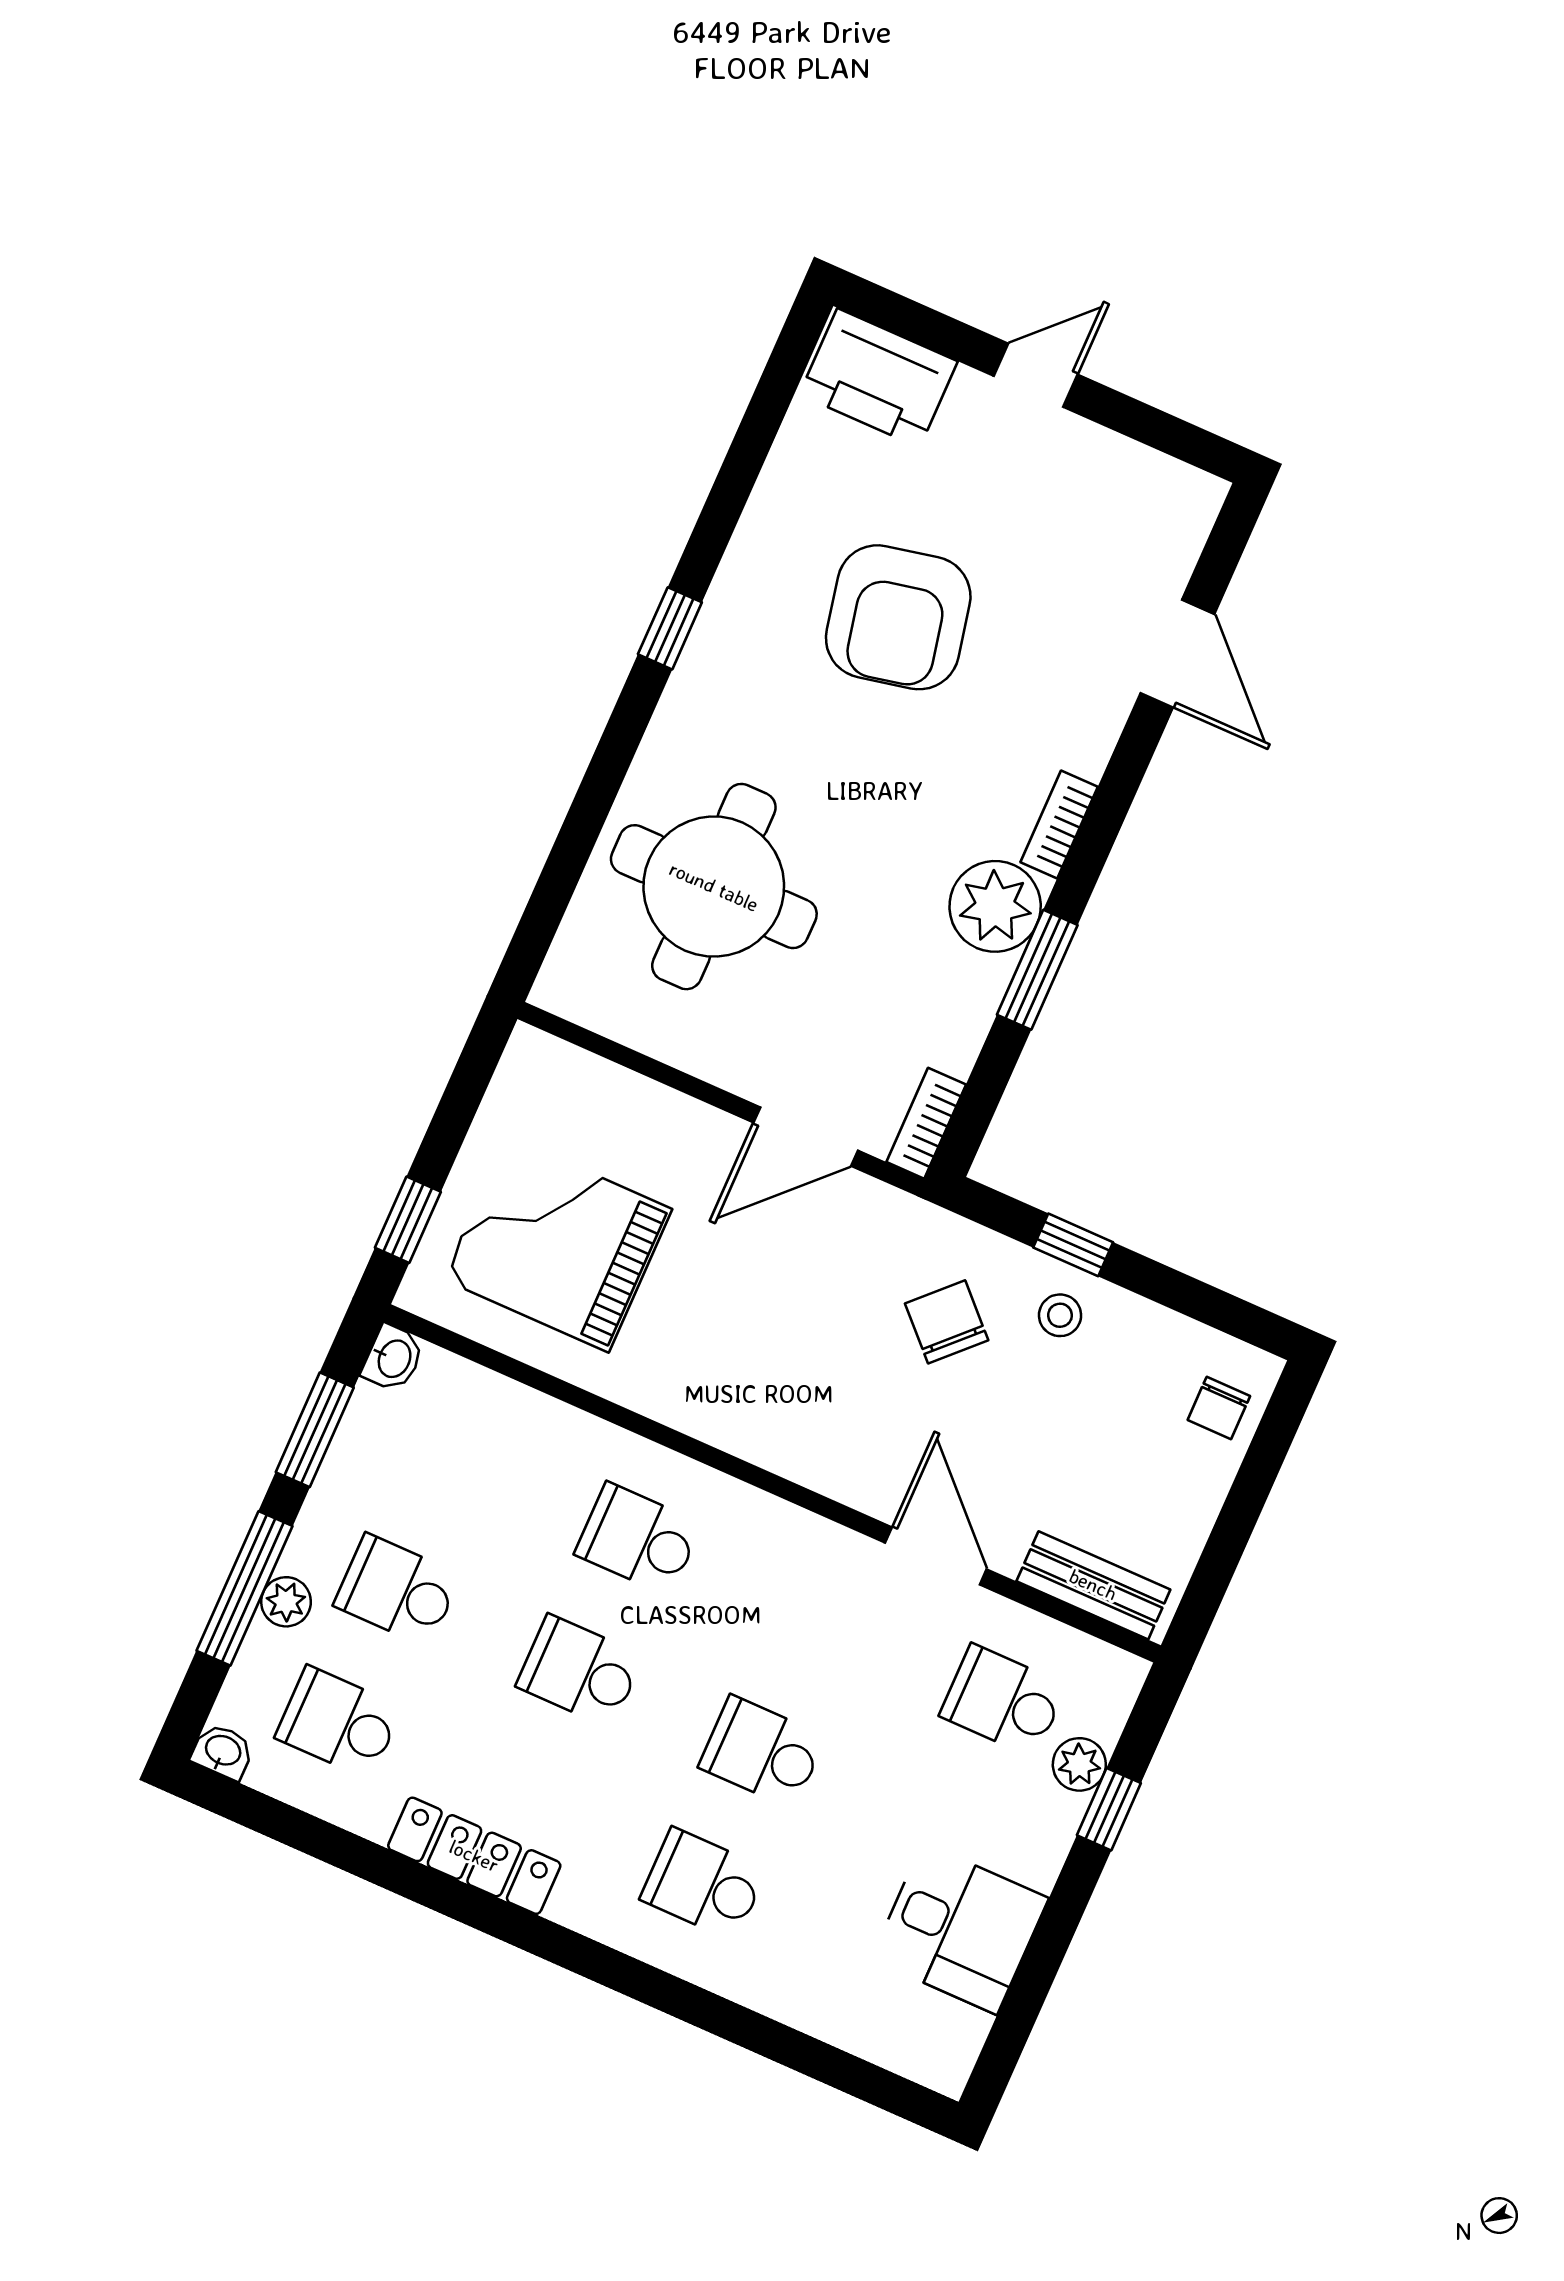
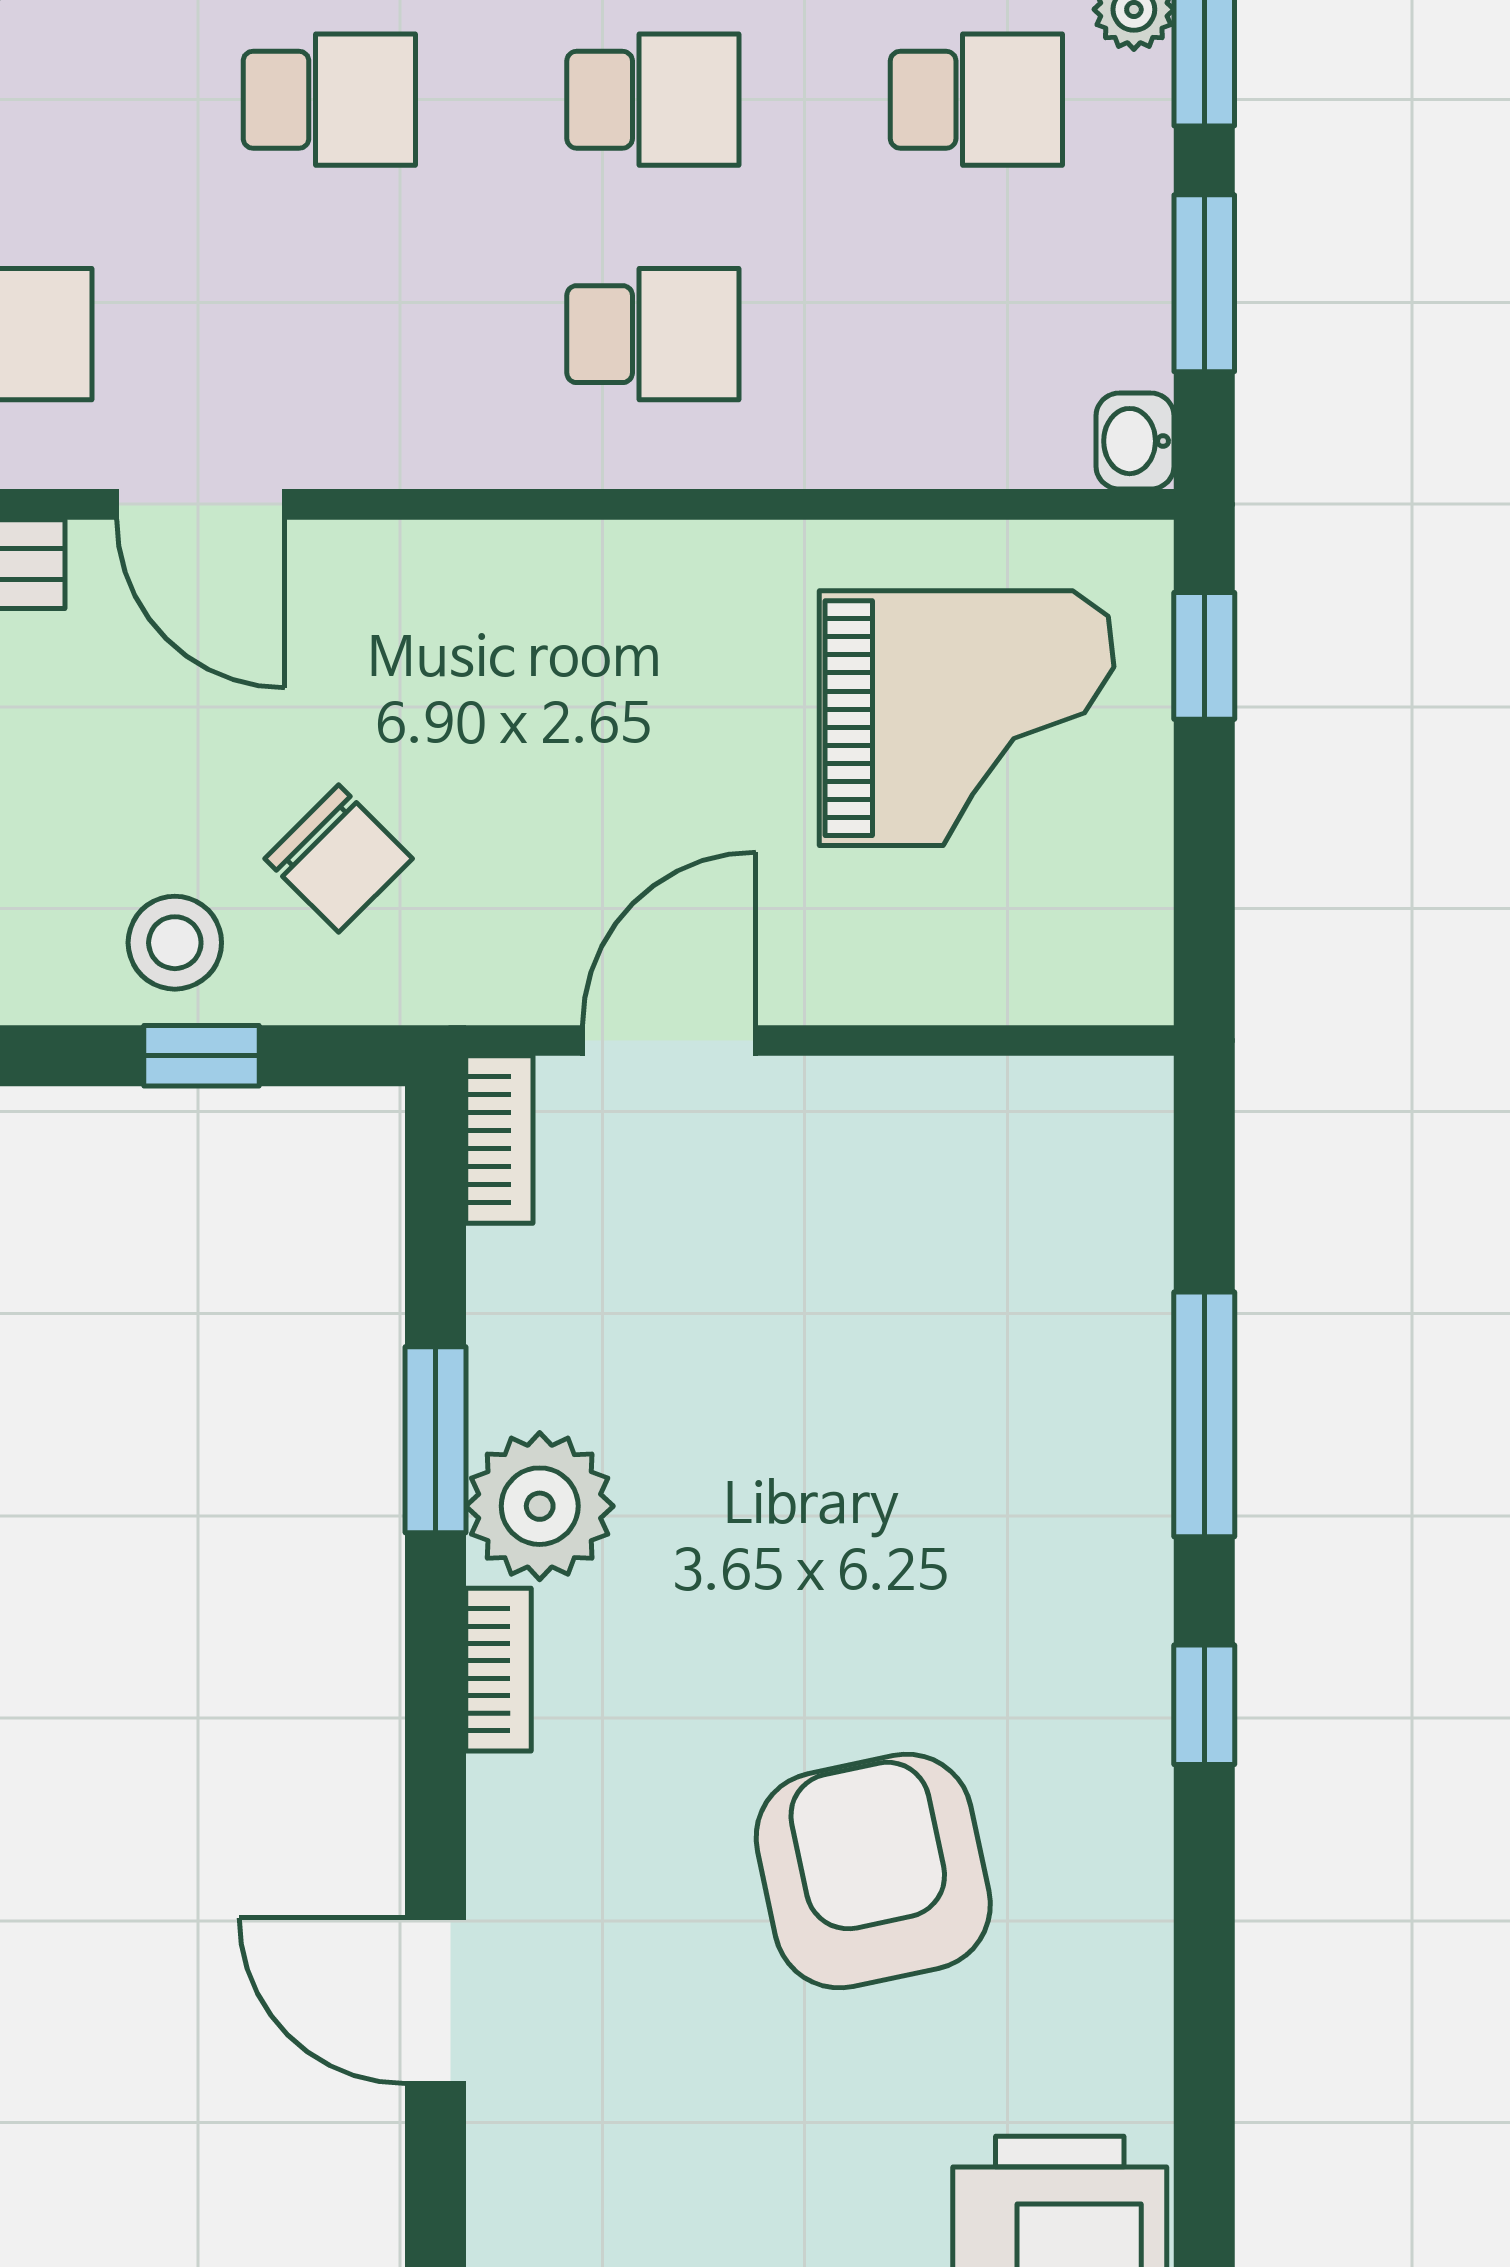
window: (597, 792) -> (1204, 1414), added
round table: (714, 887) -> (970, 1351), removed
stool: (1060, 1315) -> (175, 943), width x1.37, depth x1.37

